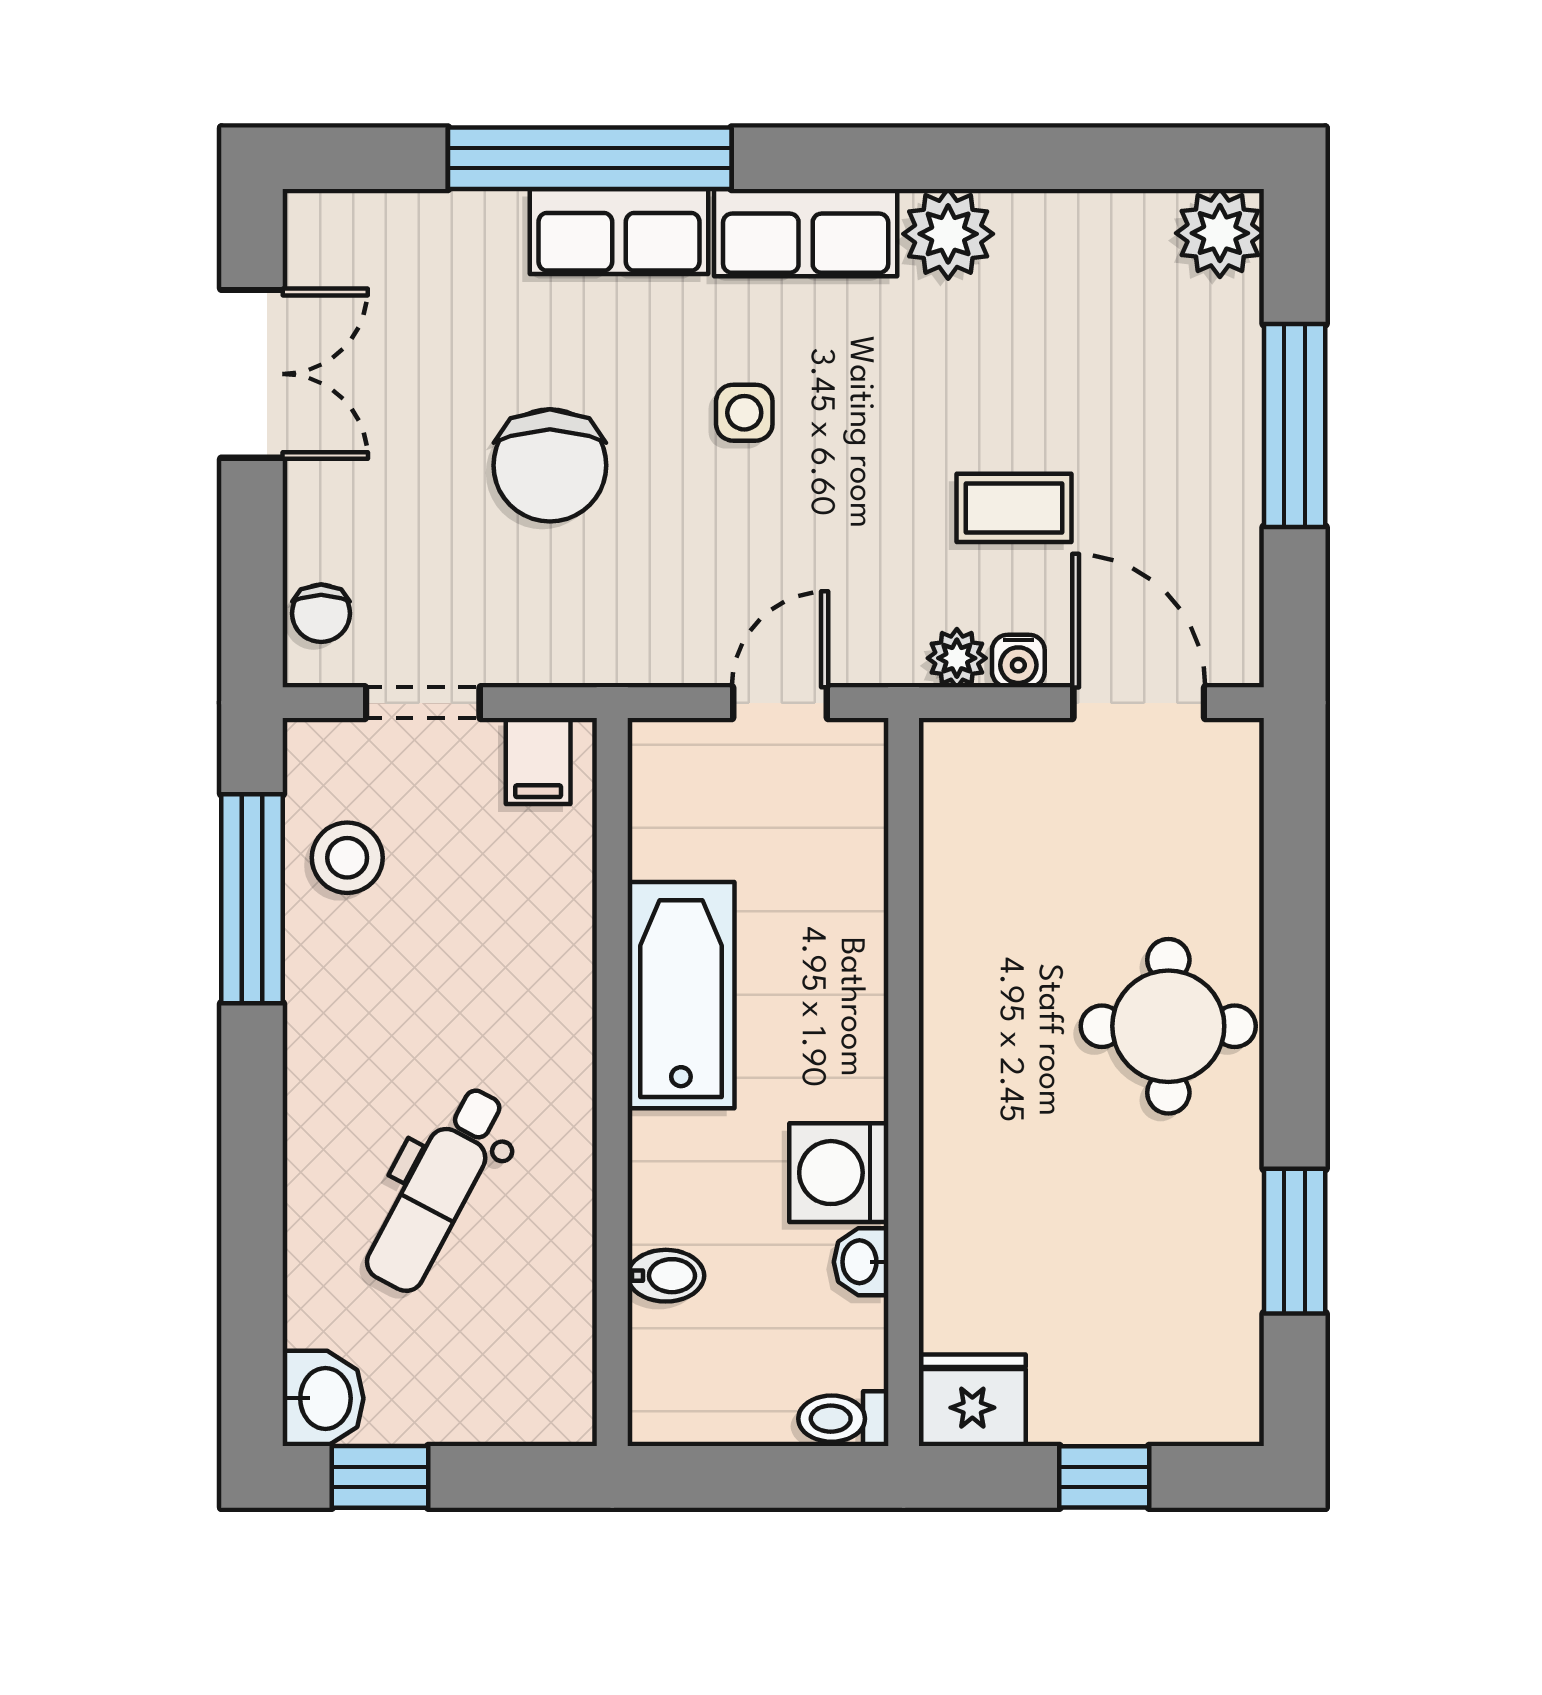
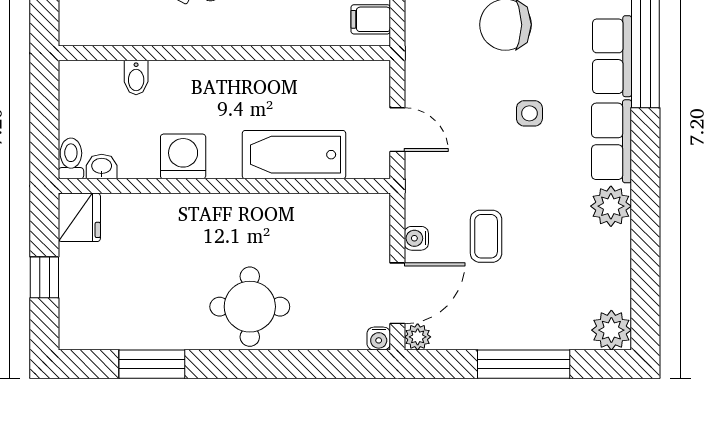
plant: (957, 658) -> (418, 337), moved
water cooler: (1238, 743) -> (379, 339), added
bathtub: (681, 995) -> (294, 155), moved, turned 180
washbasin: (861, 1262) -> (102, 167), moved

